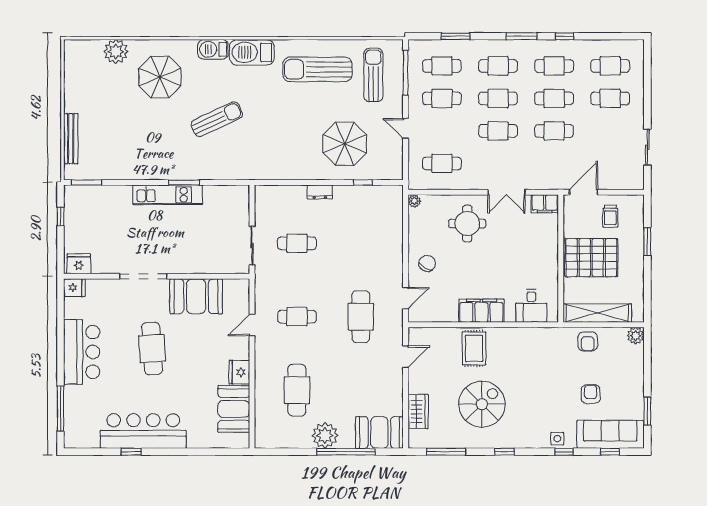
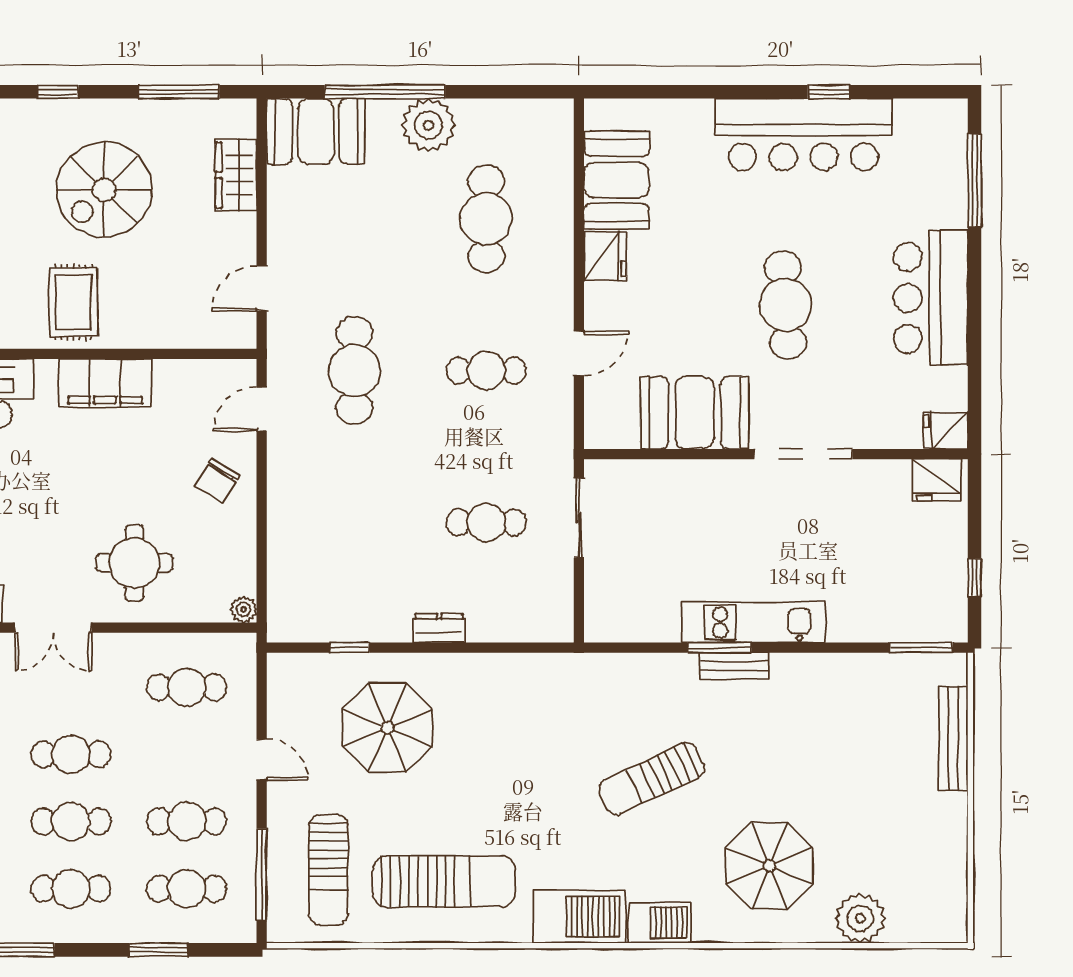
bench: (177, 174) -> (734, 666), added
double door: (507, 192) -> (53, 628), swing flipped
rug: (474, 348) -> (73, 302), moved

